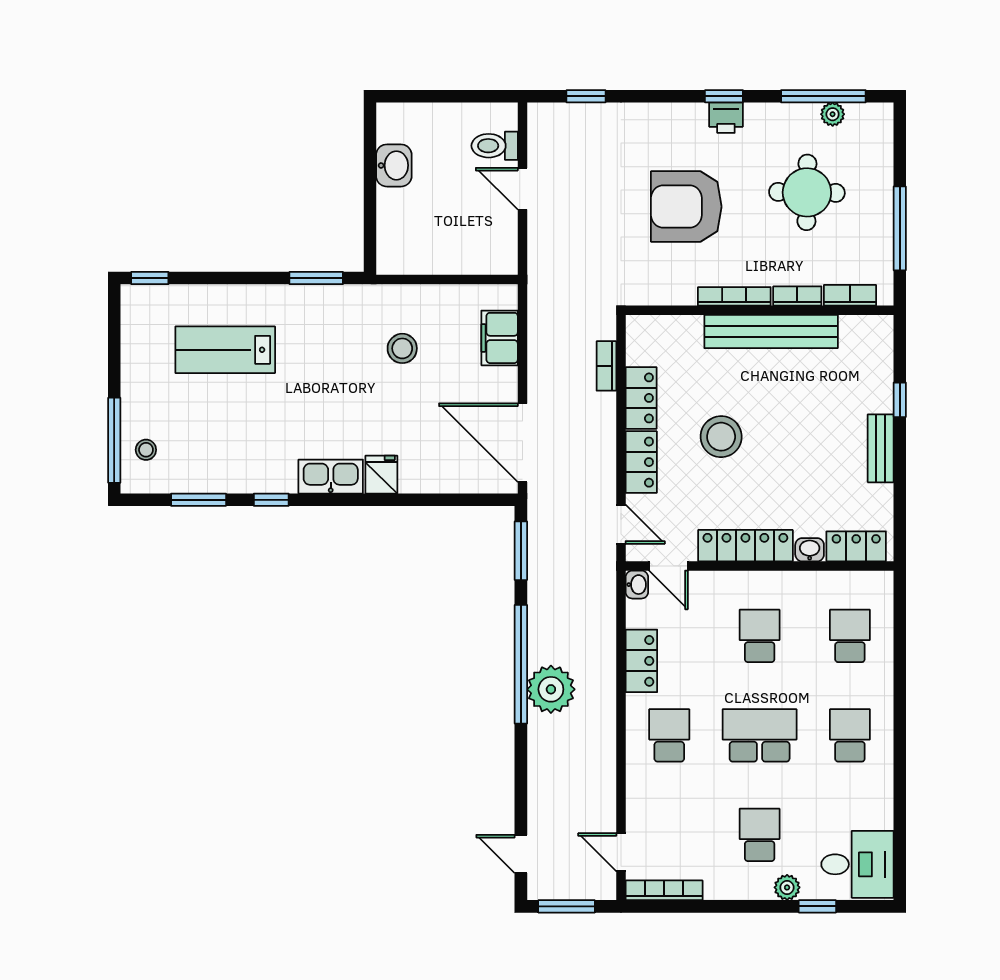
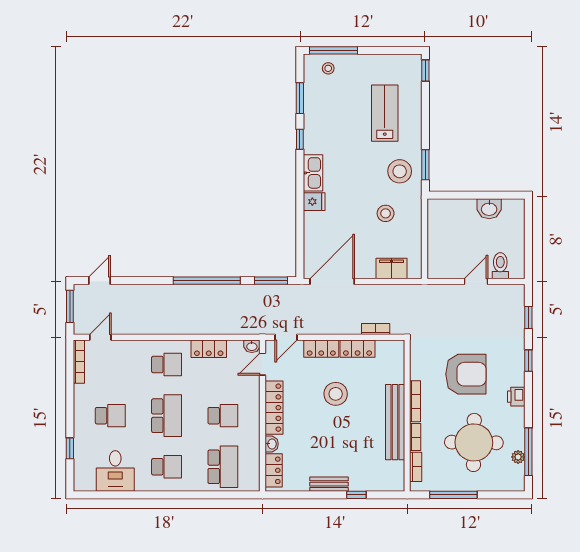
window: (724, 96) -> (528, 361), moved
round table: (807, 192) -> (474, 442), width x1.36, depth x1.36
armchair: (686, 207) -> (466, 374), turned 90
stool: (328, 324) -> (400, 171), added
school desk: (850, 636) -> (223, 467), width x1.85
plant: (551, 689) -> (193, 298), removed
desk: (857, 864) -> (115, 471), moved
plant: (787, 887) -> (80, 431), removed

